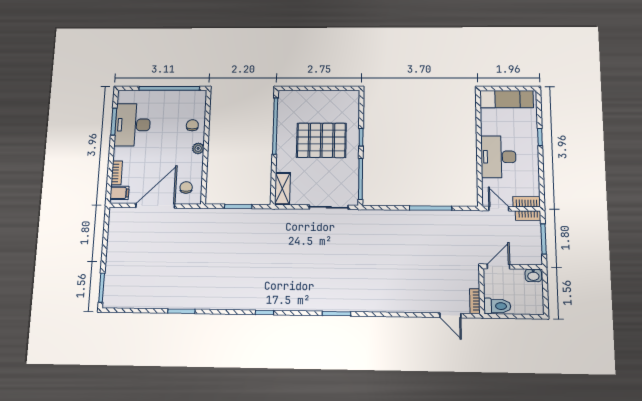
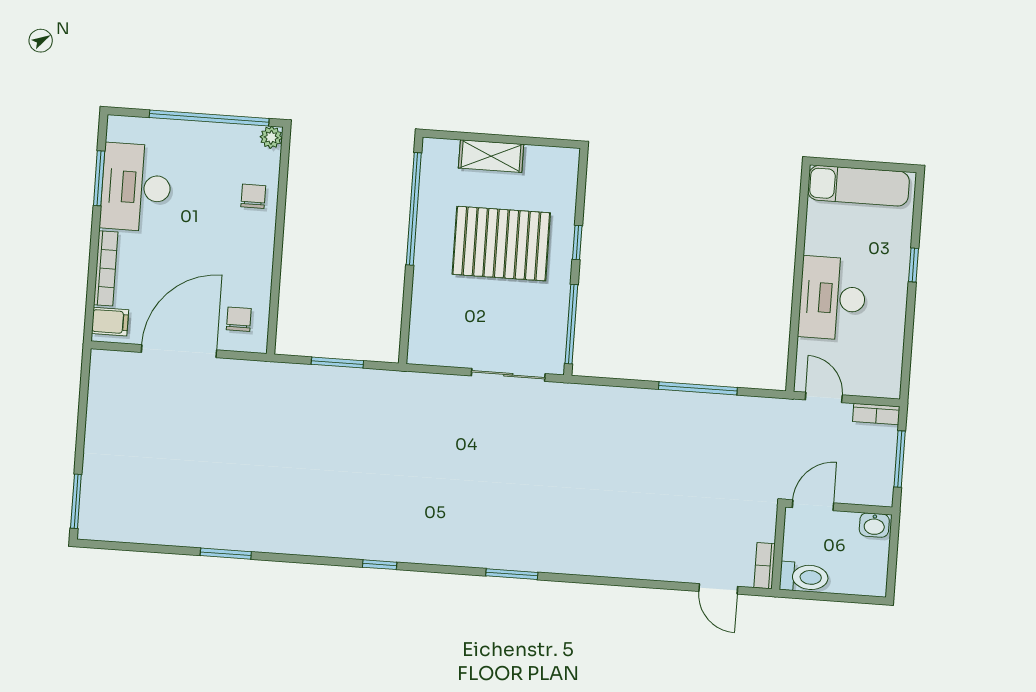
plant: (198, 148) -> (271, 137), moved
bookcase: (117, 173) -> (106, 268), width x1.56
shelving: (282, 189) -> (491, 156), moved, turned 90
bookcase: (527, 202) -> (876, 387), removed

